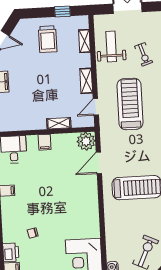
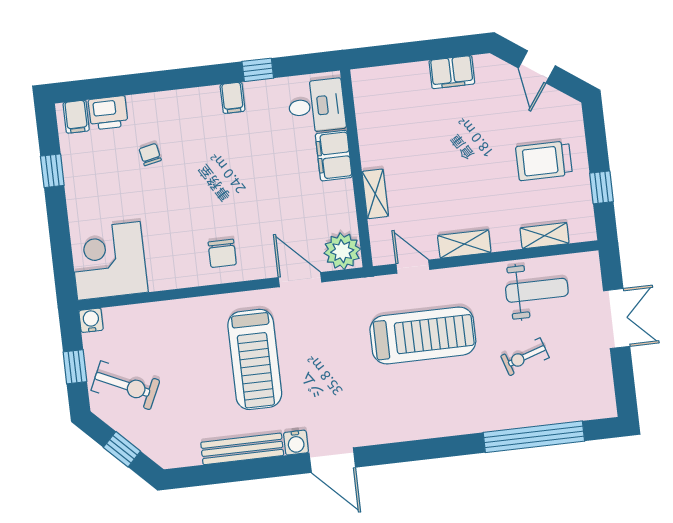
filing cabinet: (45, 142) -> (334, 156), width x2.00
chair: (83, 200) -> (222, 253), added

